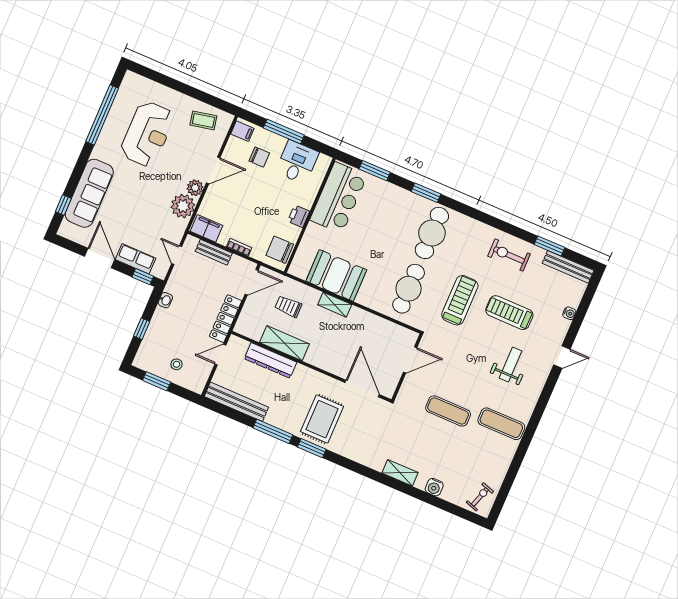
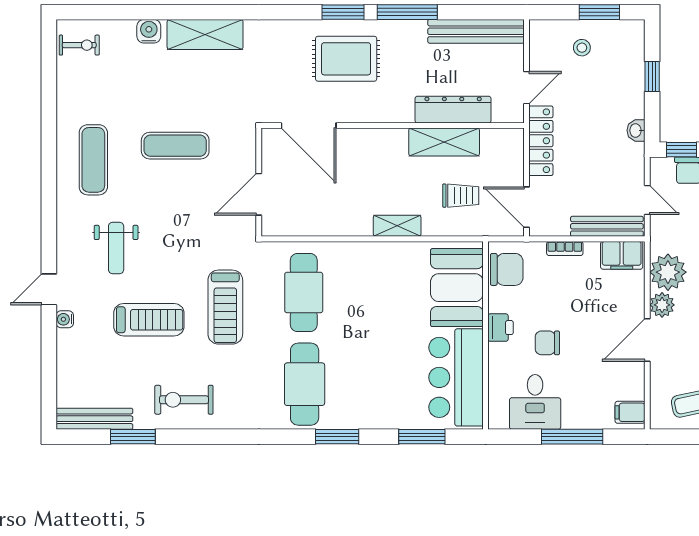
chair: (259, 157) -> (547, 343), moved
bench: (214, 252) -> (607, 226), width x1.36
exercise bike: (509, 255) -> (184, 400), turned 180
booth: (336, 275) -> (457, 288), moved, turned 90
door: (252, 282) -> (527, 207), hinge flipped
water cooler: (569, 313) -> (65, 319), moved
rug: (322, 419) -> (346, 59), turned 90
exercise mat: (501, 424) -> (93, 160), turned 90
shelving: (400, 473) -> (205, 34), width x1.50, depth x1.33
exercise bike: (480, 497) -> (79, 45), turned -108

